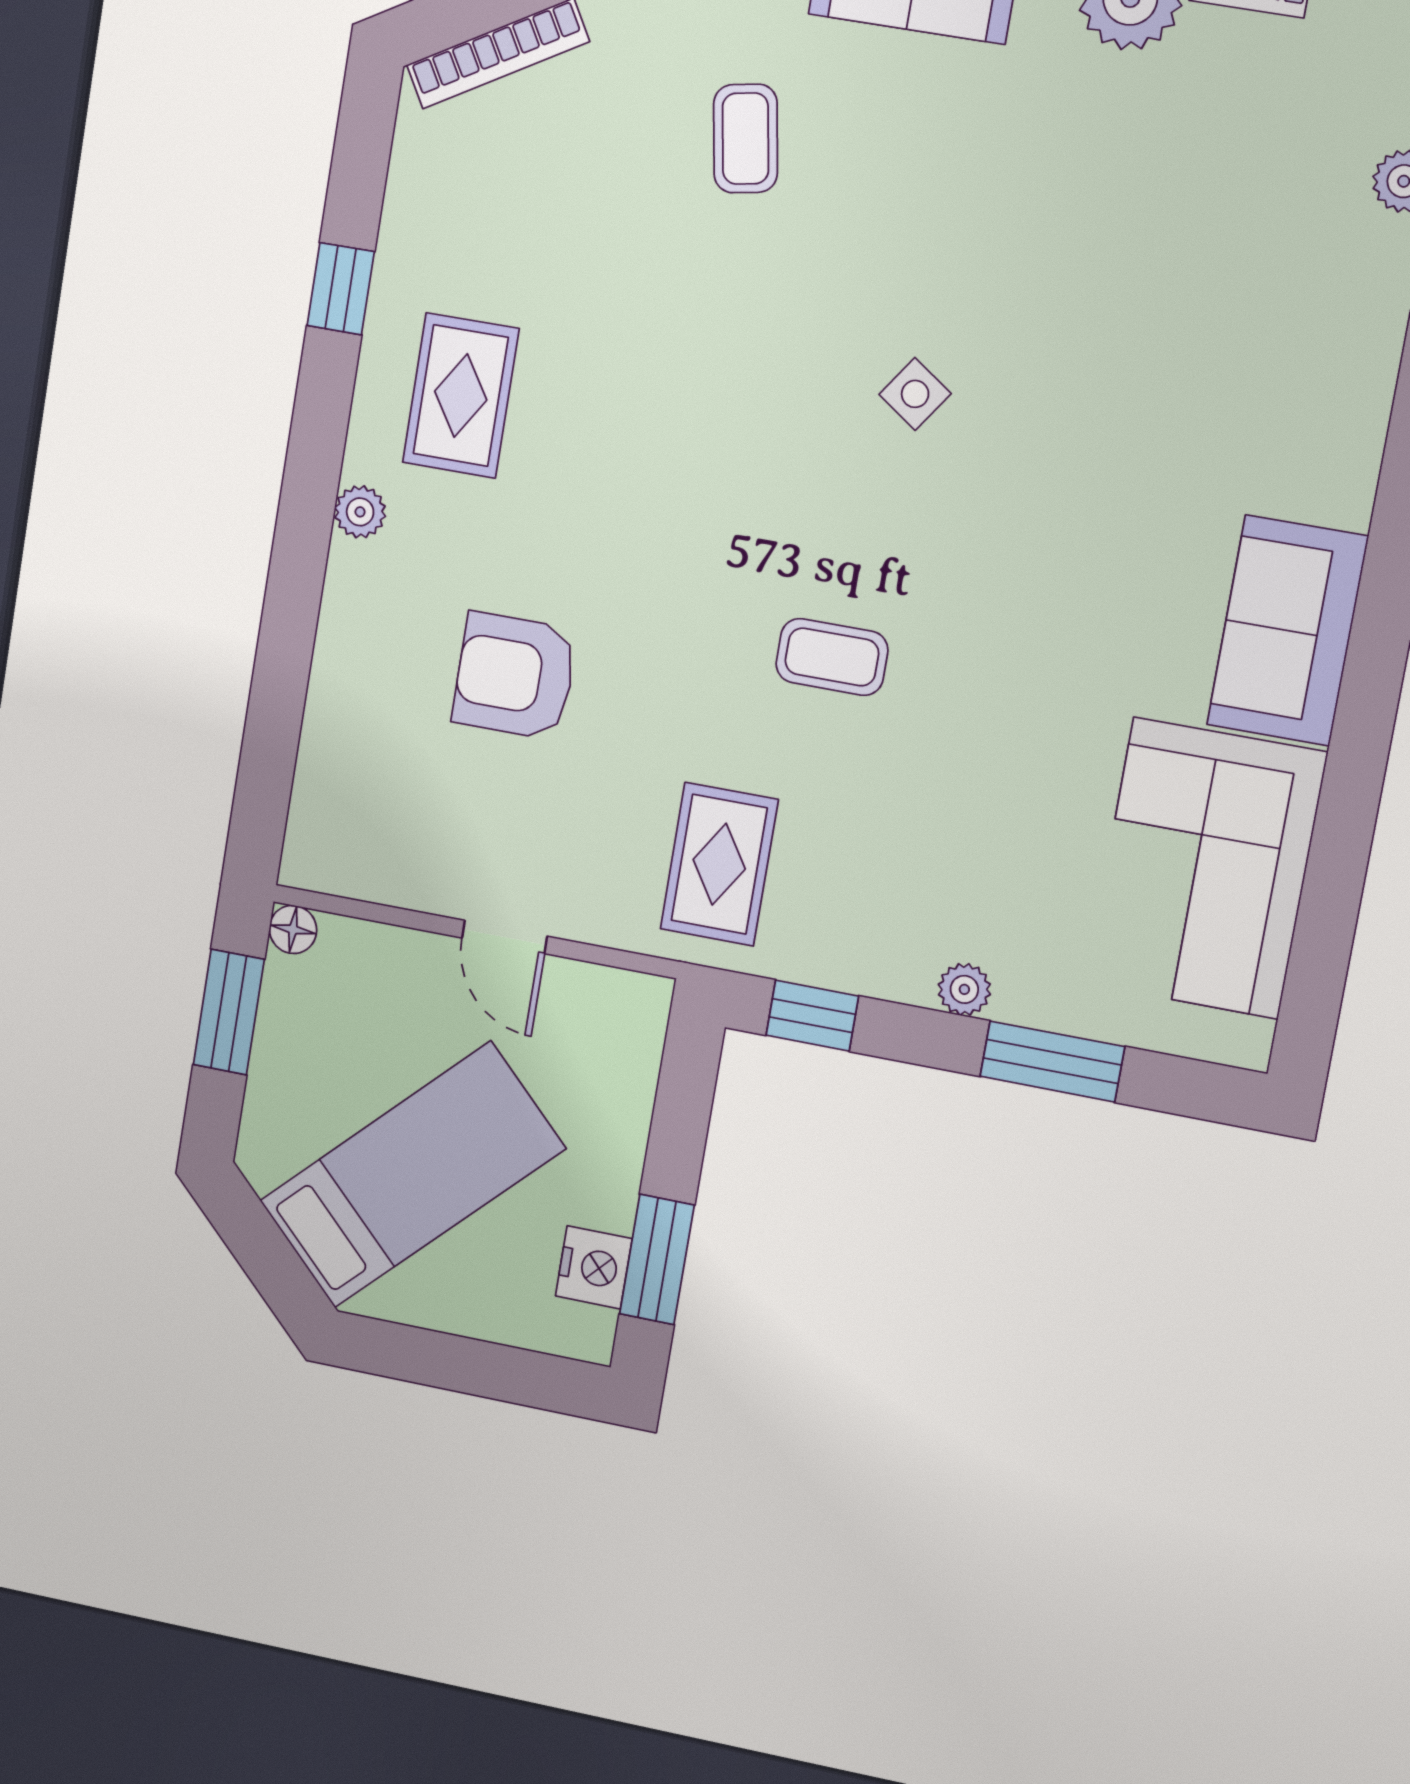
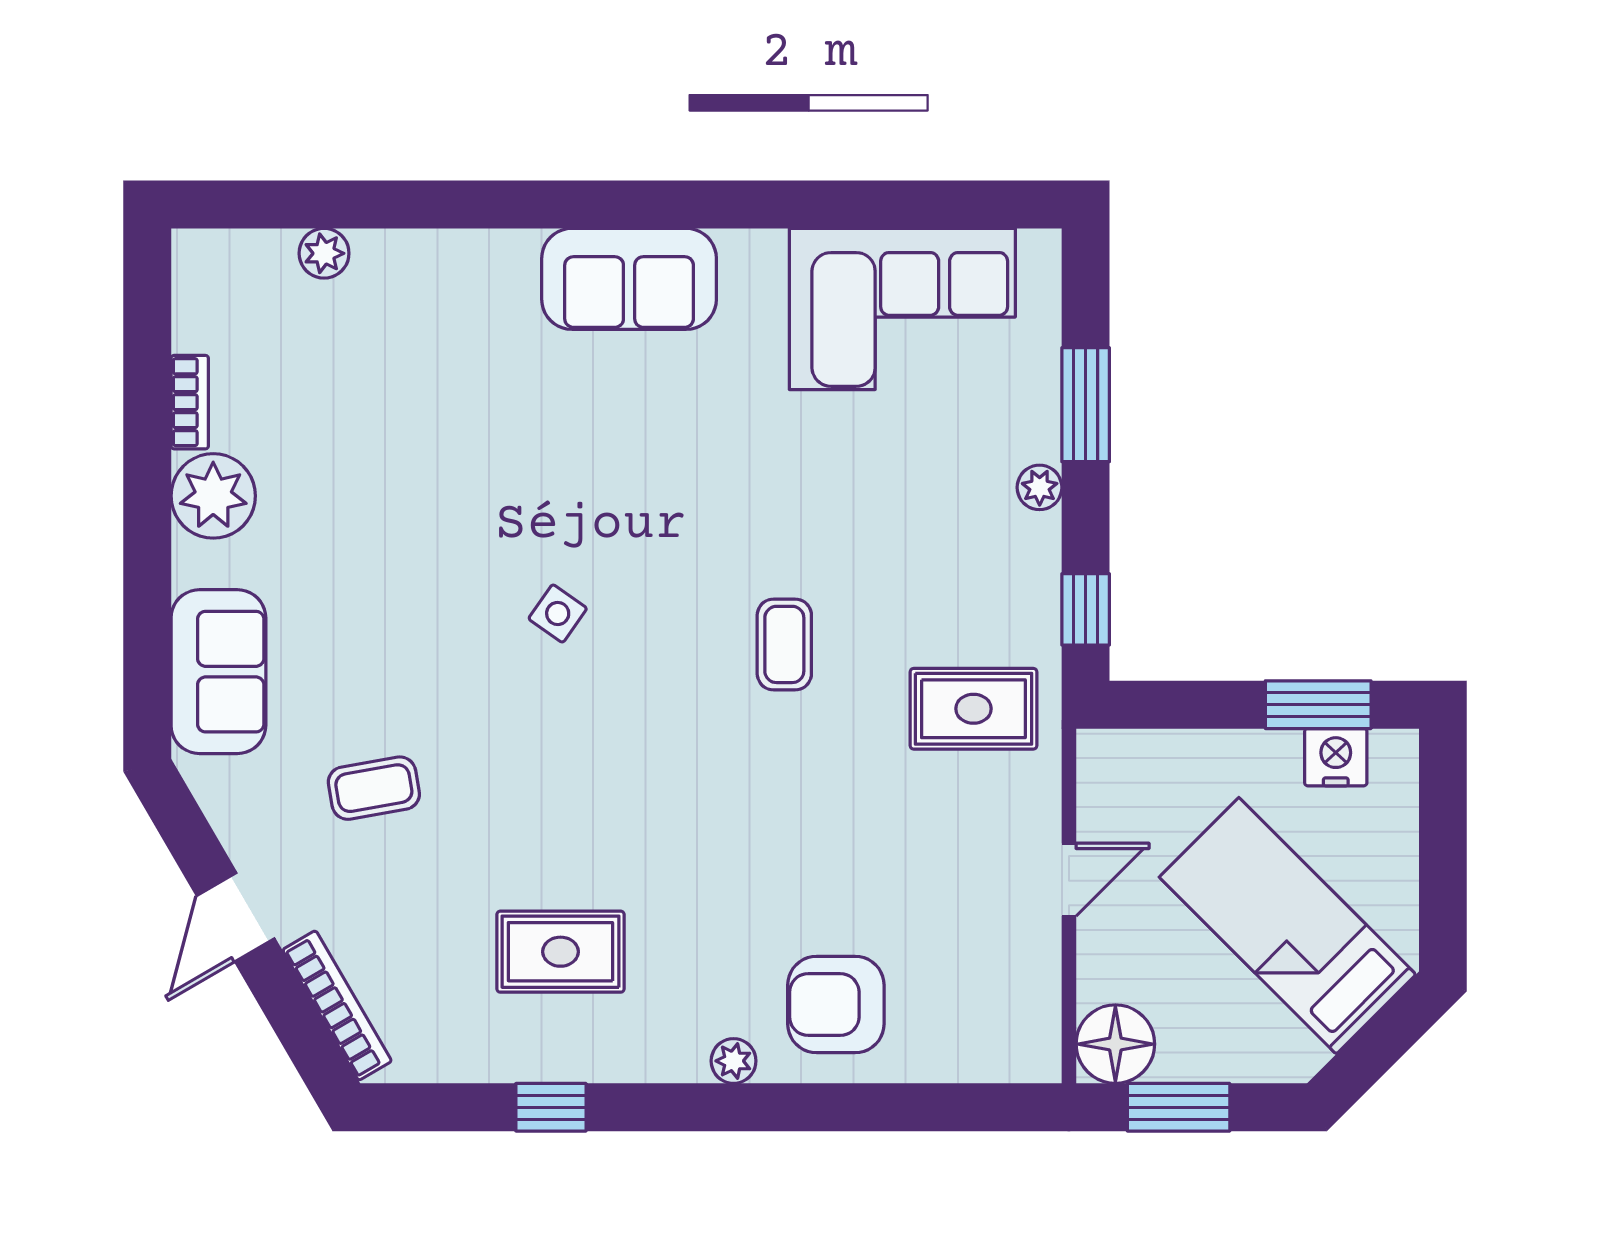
rug: (461, 396) -> (560, 952), moved
sofa: (1287, 631) -> (629, 279), moved
armchair: (515, 676) -> (836, 1005), moved, turned 90
floor lamp: (293, 929) -> (1115, 1044), width x1.89, depth x1.89

